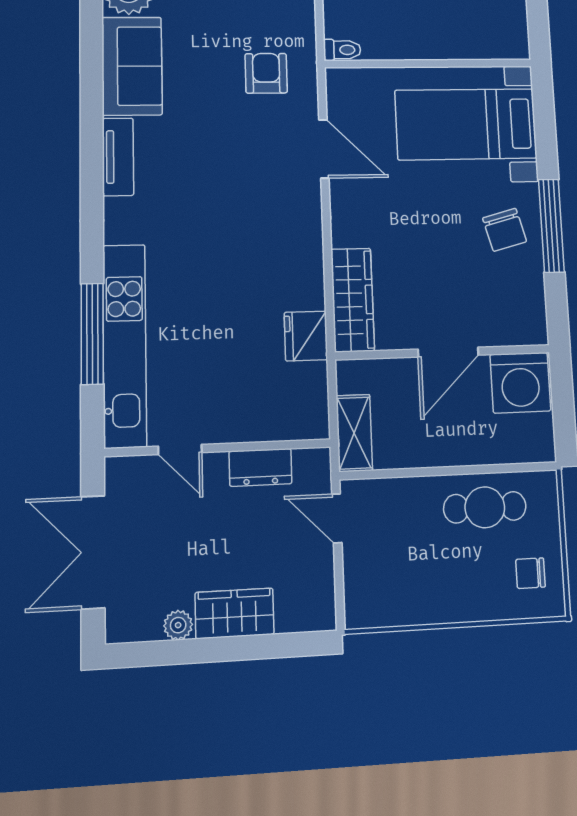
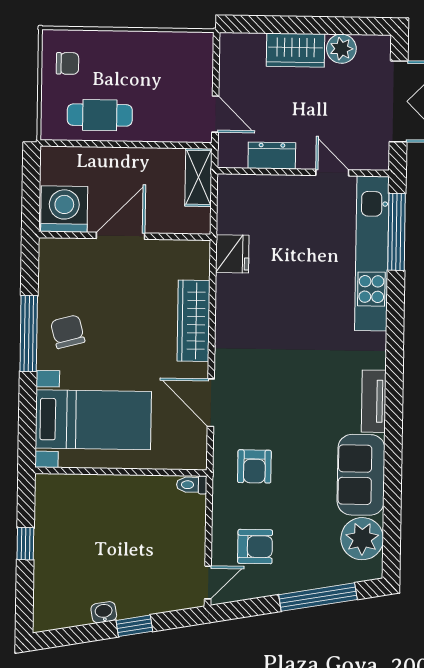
wardrobe: (353, 300) -> (194, 321), moved
window: (92, 334) -> (397, 232), moved
plant: (178, 625) -> (341, 49), width x1.38, depth x1.38

